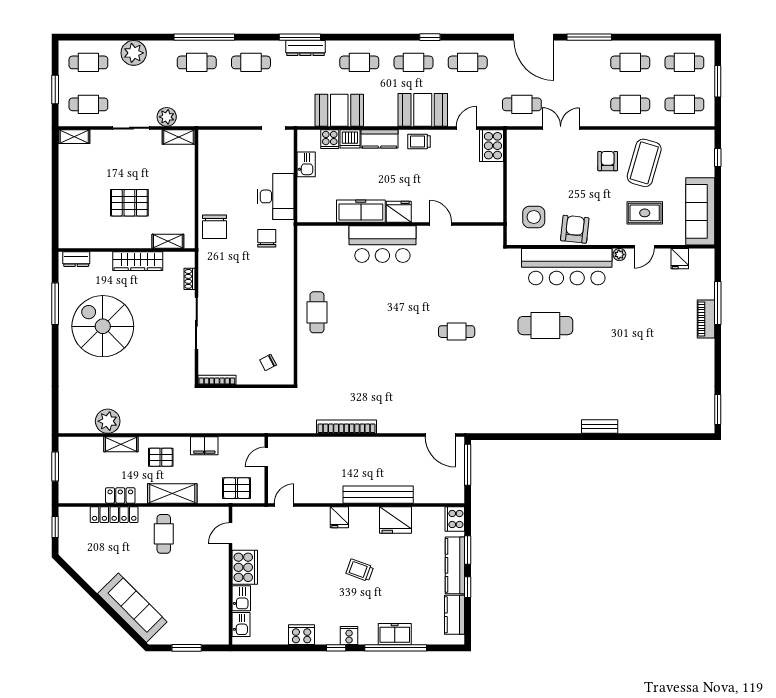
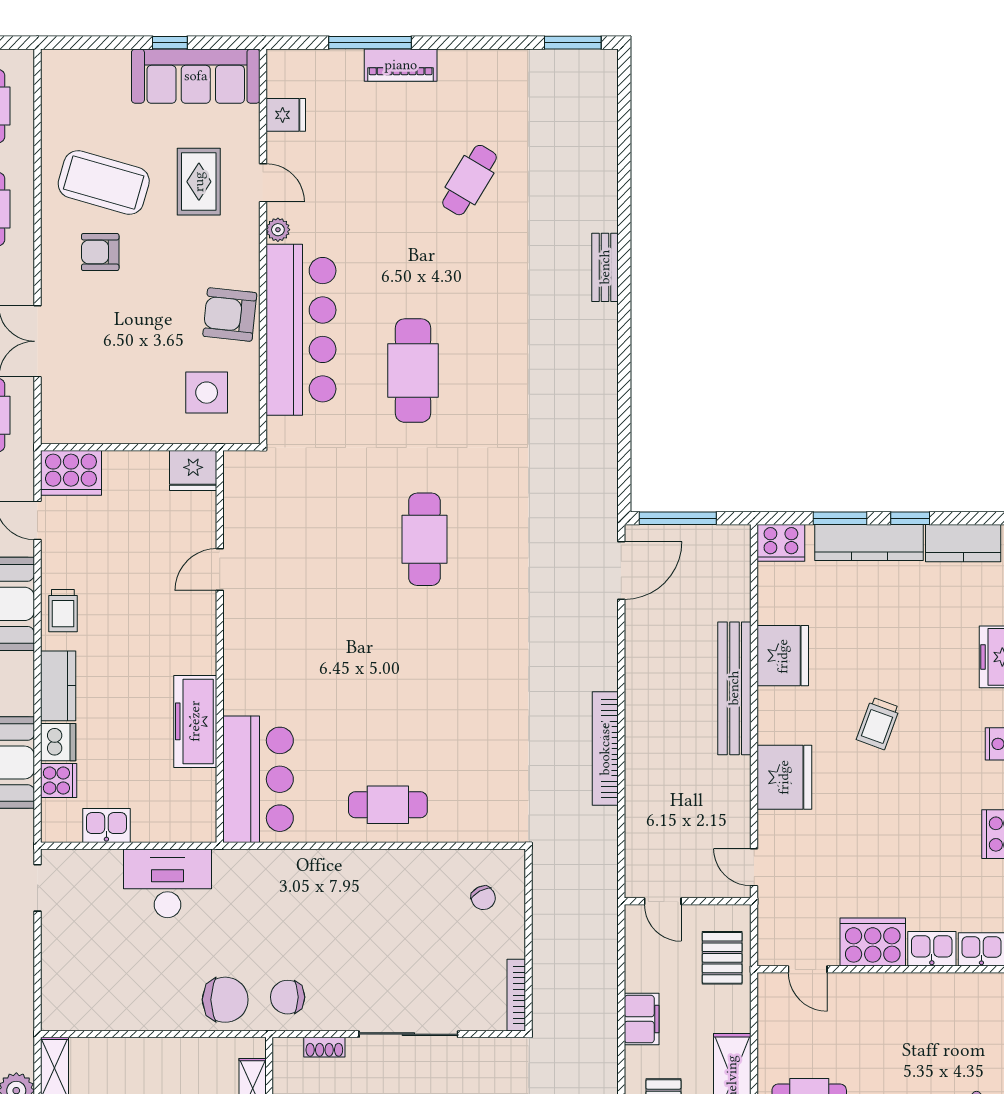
window: (718, 157) -> (170, 43), moved
fridge: (399, 212) -> (193, 471), moved, turned -90
chair: (267, 238) -> (288, 997), moved
bar counter: (382, 244) -> (258, 779), moved
cafe table: (457, 332) -> (424, 539), width x1.37, depth x1.35
cafe table: (645, 355) -> (469, 180), added
fridge: (339, 517) -> (784, 777), width x1.88, depth x1.34

